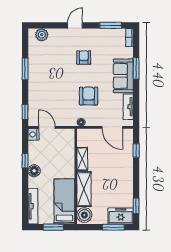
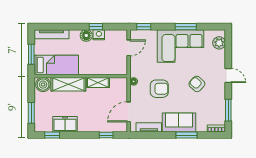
armchair: (84, 58) -> (197, 84), turned -138
corner sofa: (45, 74) -> (180, 46), added
nightstand: (33, 134) -> (99, 35), moved
freezer: (121, 216) -> (65, 124), moved, turned -90

